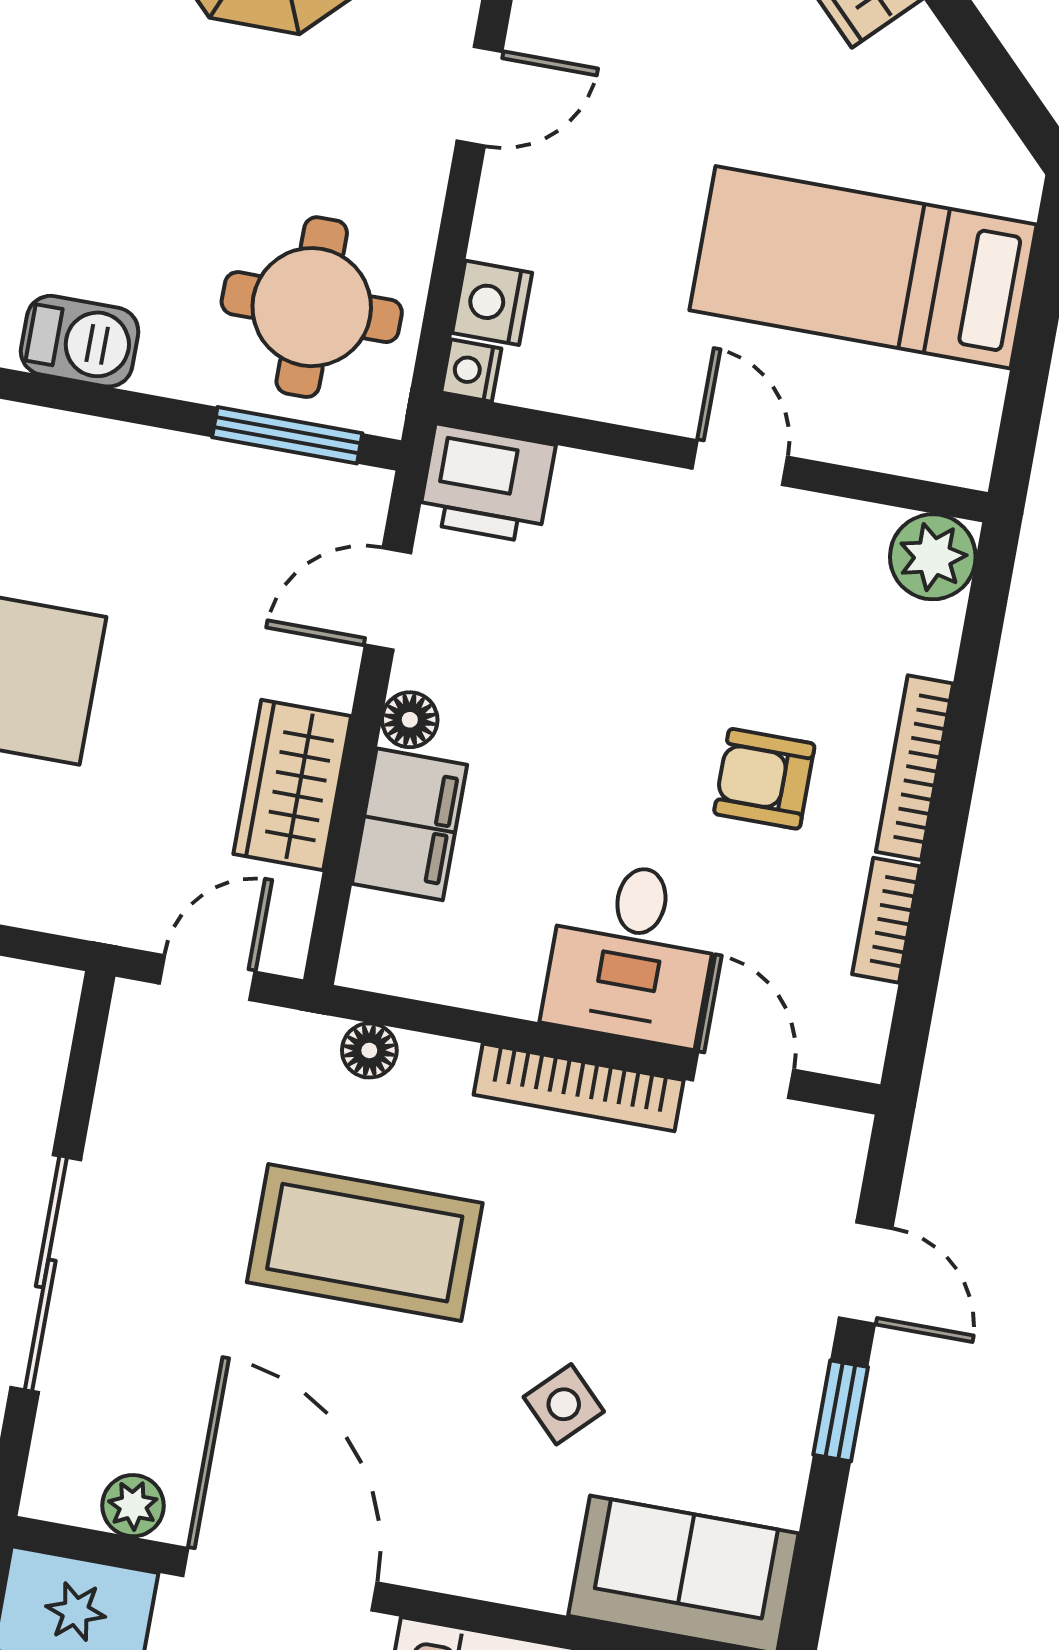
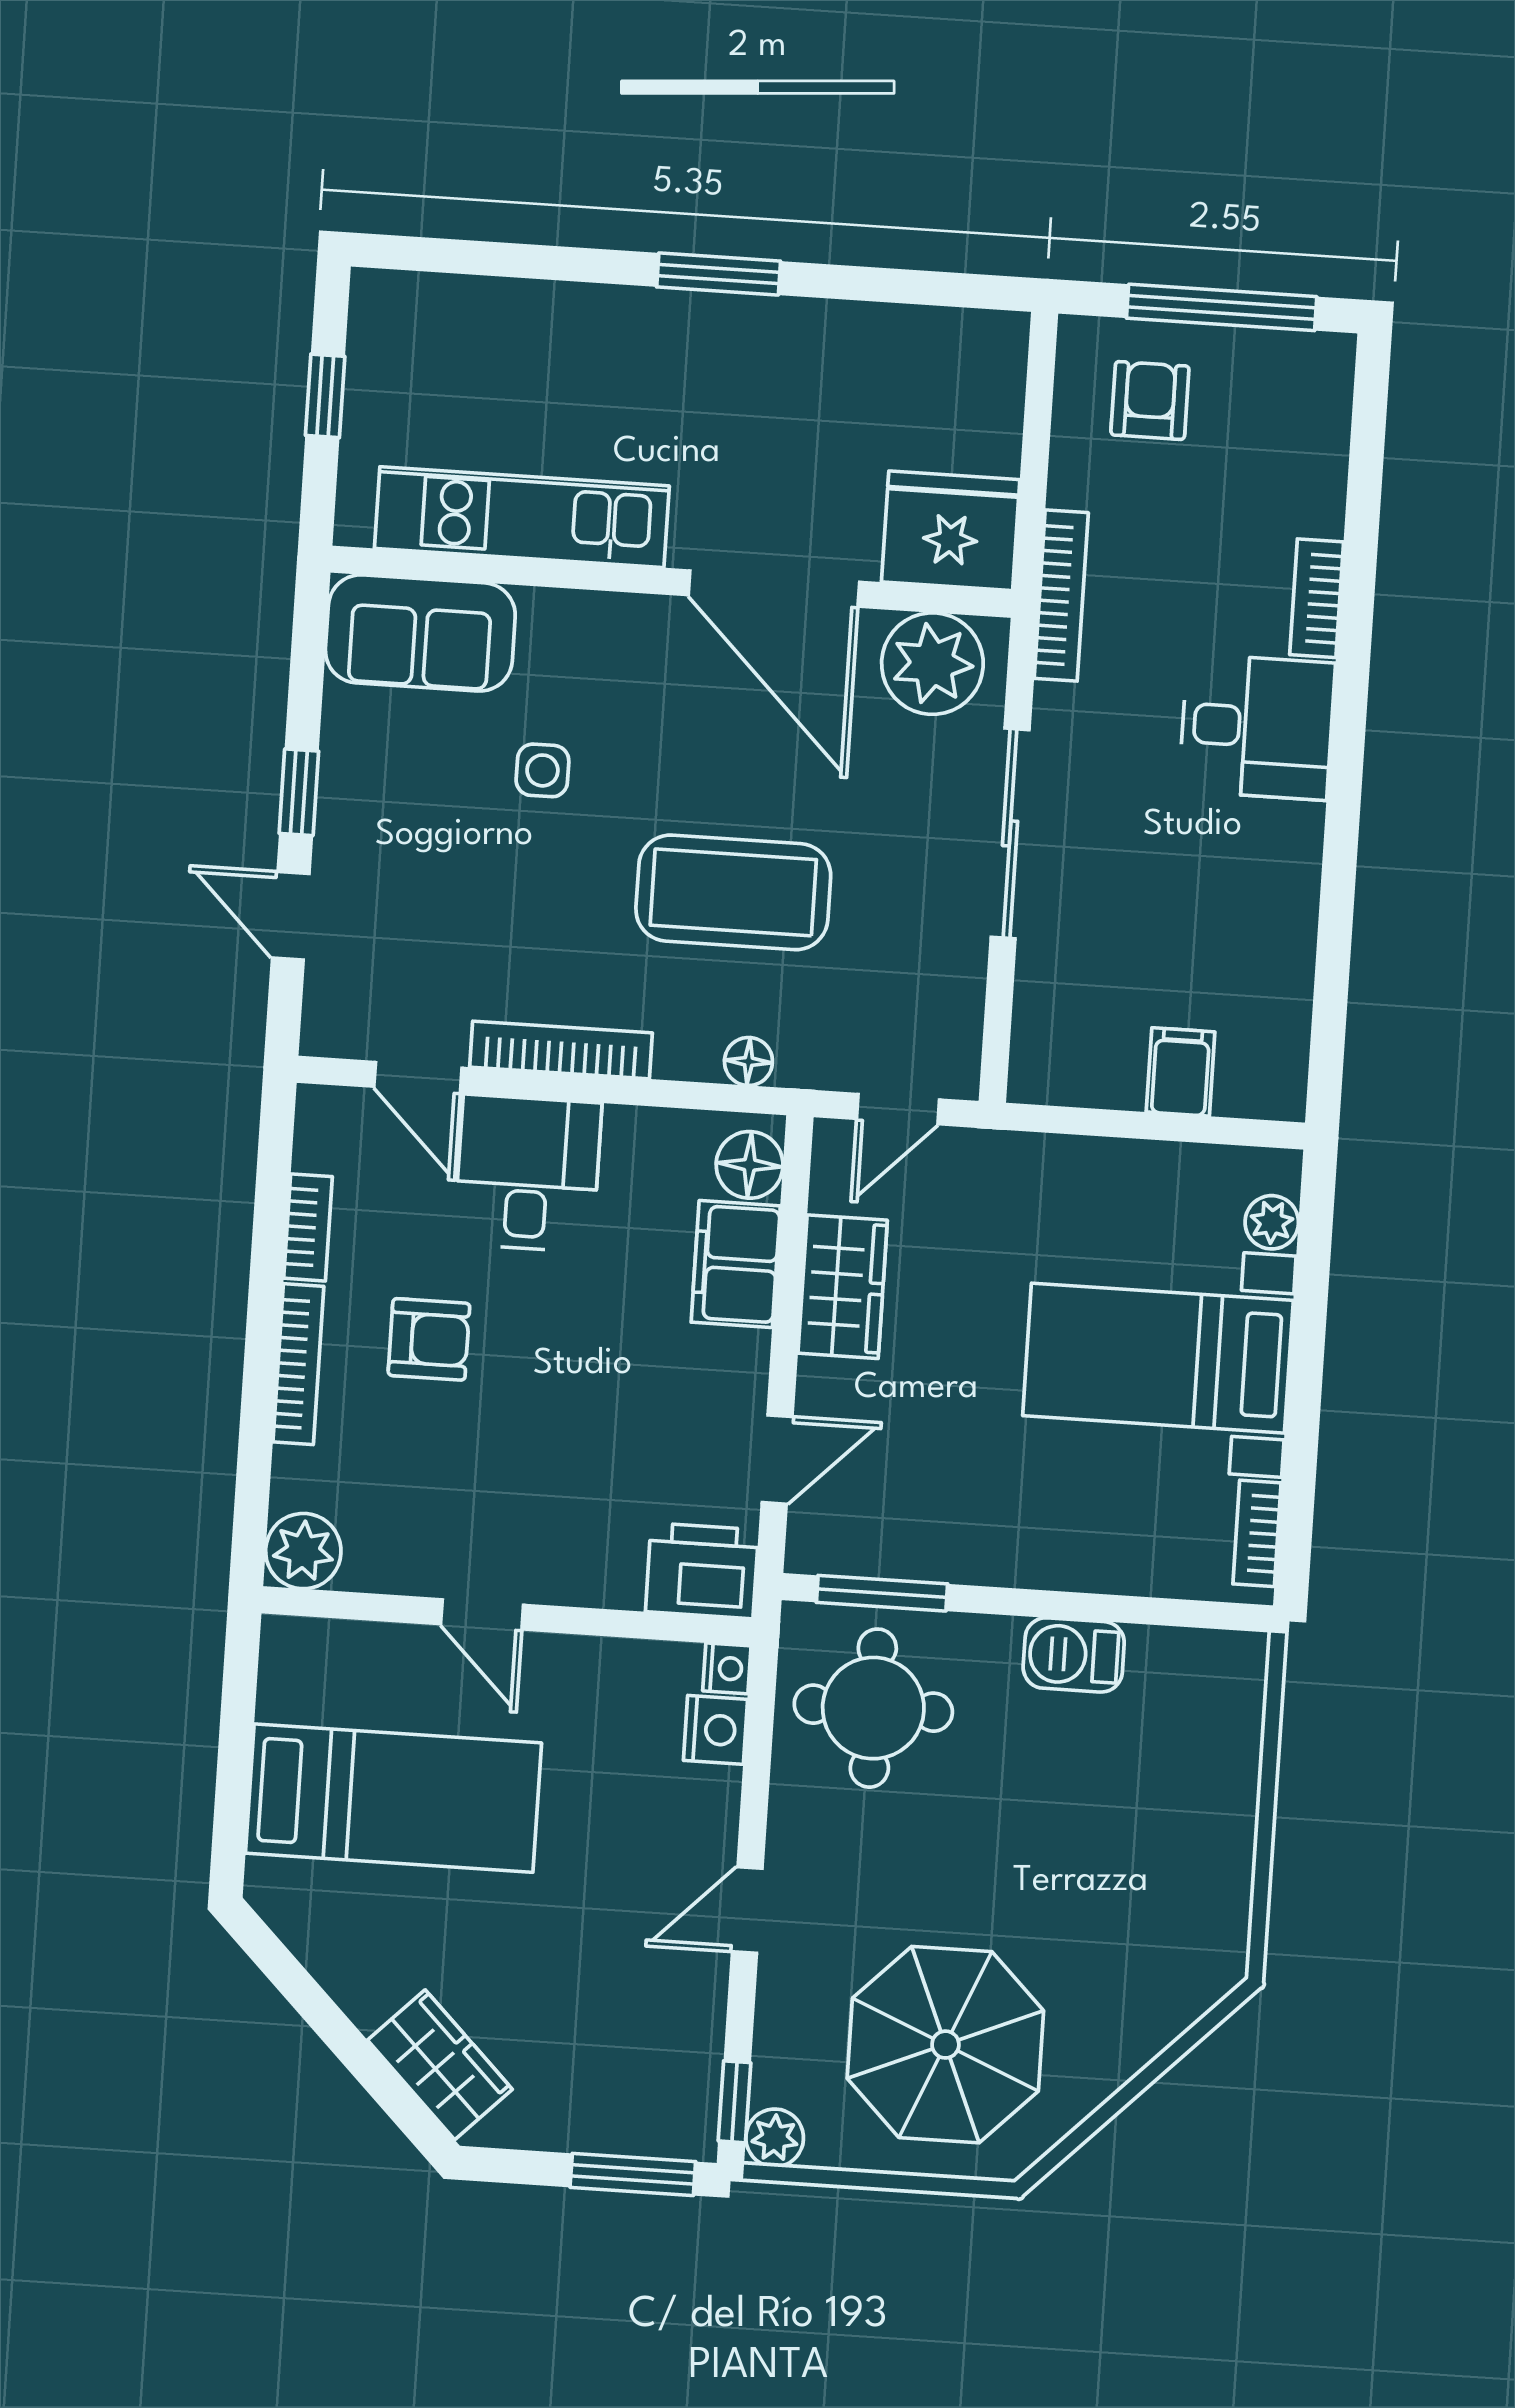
floor lamp: (410, 720) -> (750, 1165), moved, width x1.37, depth x1.37
side table: (564, 1404) -> (542, 770), turned 45
plant: (133, 1506) -> (932, 664), width x1.88, depth x1.88

